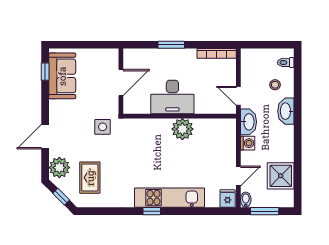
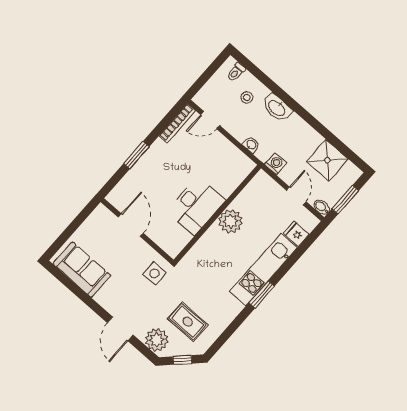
window: (45, 72) -> (66, 281), removed
door: (238, 96) -> (210, 120), moved
desk: (172, 97) -> (196, 206), moved
wall: (180, 116) -> (217, 214), moved
washbasin: (248, 122) -> (251, 145), width x0.52, depth x0.69
plant: (182, 129) -> (231, 221), moved
fridge: (228, 199) -> (296, 234), moved
window: (152, 211) -> (262, 294), width x1.50

